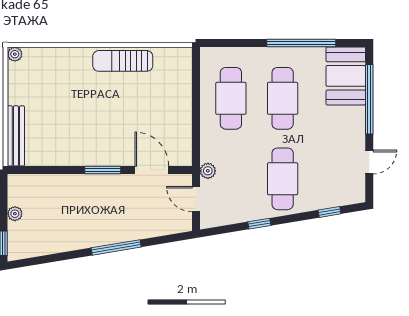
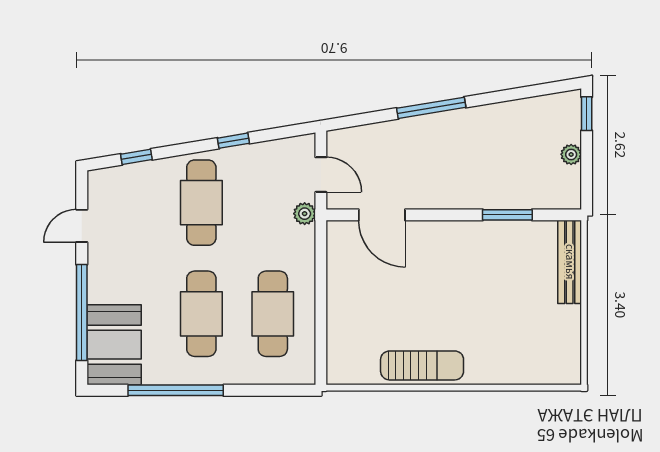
plant: (15, 54) -> (571, 375), removed
window: (103, 170) -> (507, 215), moved

